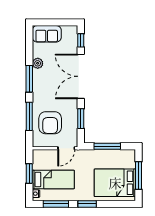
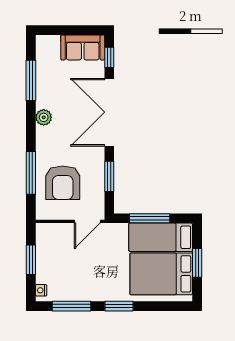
sofa: (47, 34) -> (83, 47), moved
plant: (38, 63) -> (44, 117), moved
window: (29, 79) -> (31, 80), moved
window: (139, 176) -> (197, 263), width x0.69
bed: (53, 180) -> (161, 237), moved, turned 180

